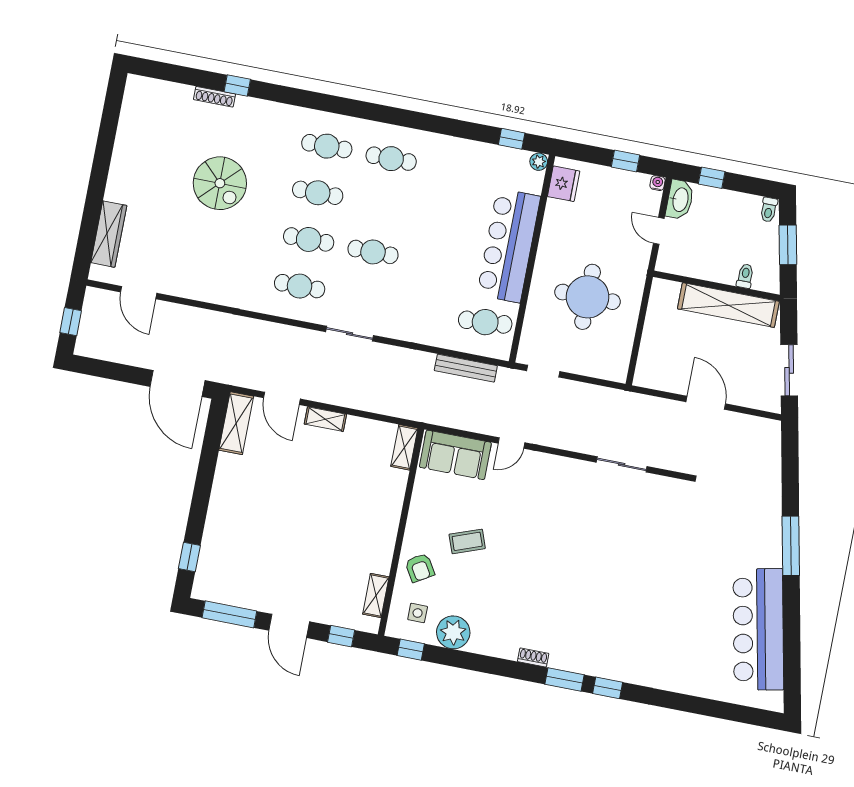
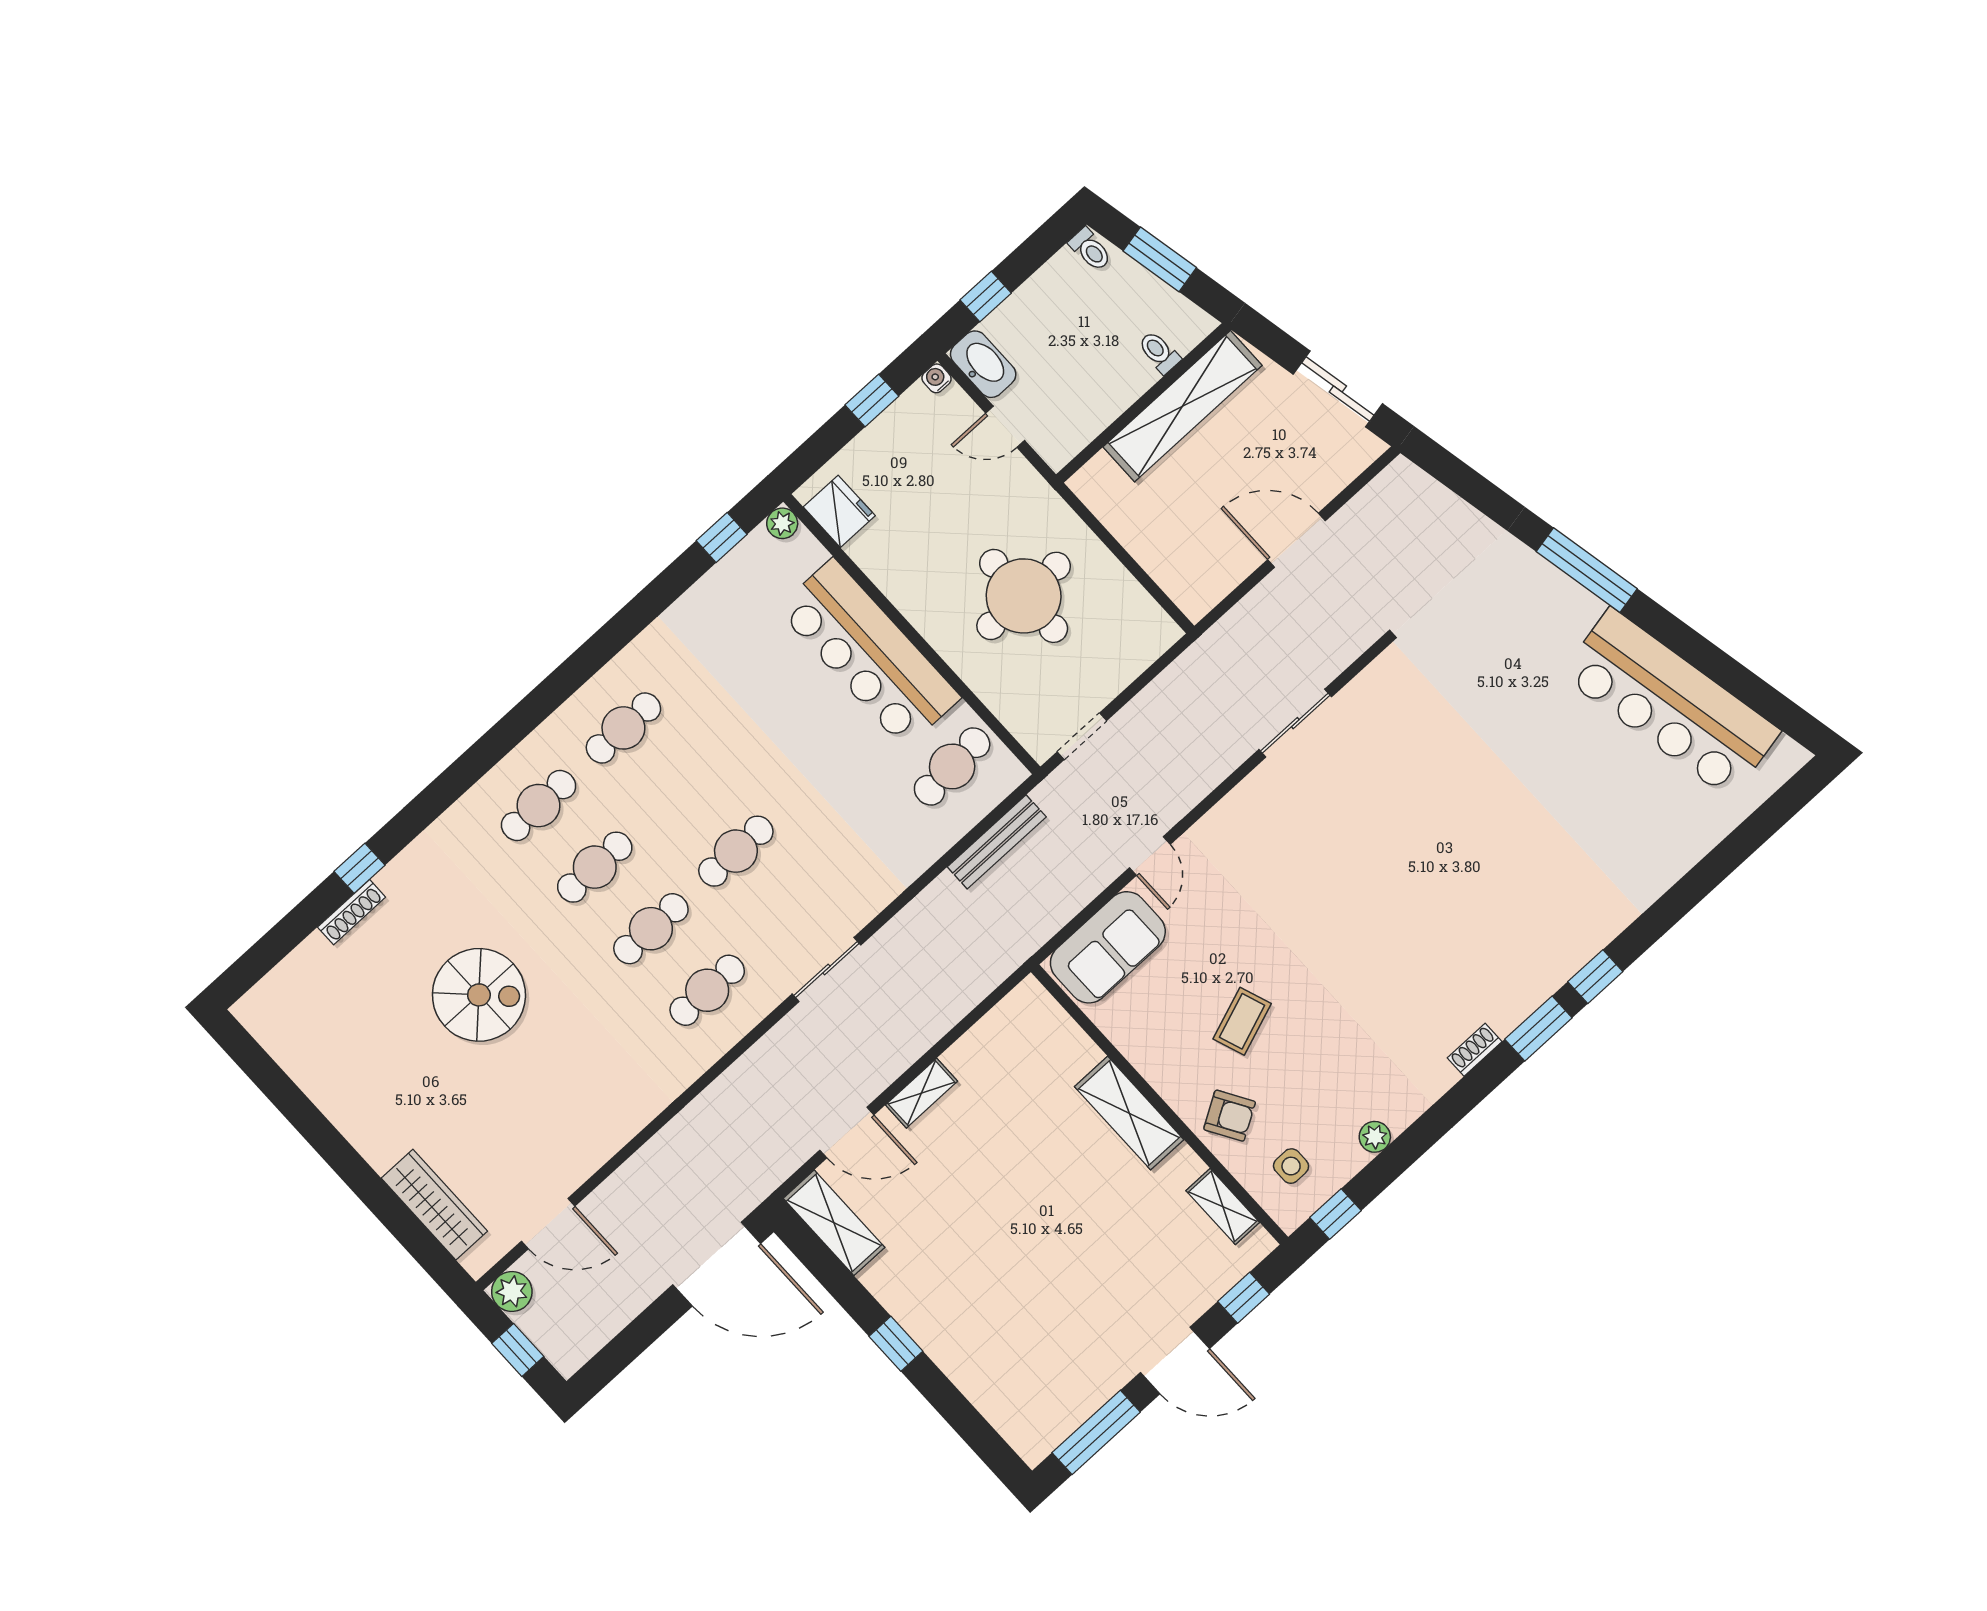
plant: (95, 299) -> (512, 1291), added
shelving: (404, 447) -> (1129, 1113), moved, width x1.50, depth x1.33
window: (189, 557) -> (896, 1344), moved
plant: (453, 632) -> (1375, 1137), width x0.53, depth x0.53

